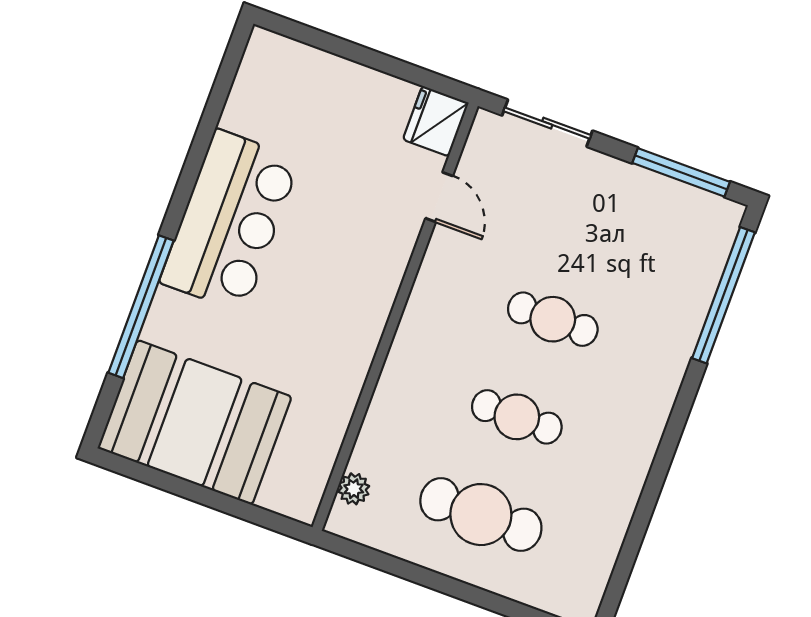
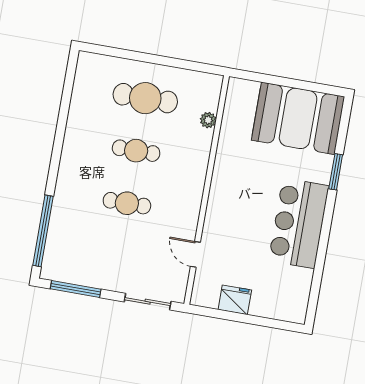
fridge: (436, 121) -> (235, 300), moved, turned -90
window: (141, 307) -> (336, 172), width x0.47
plant: (354, 489) -> (208, 120), moved

